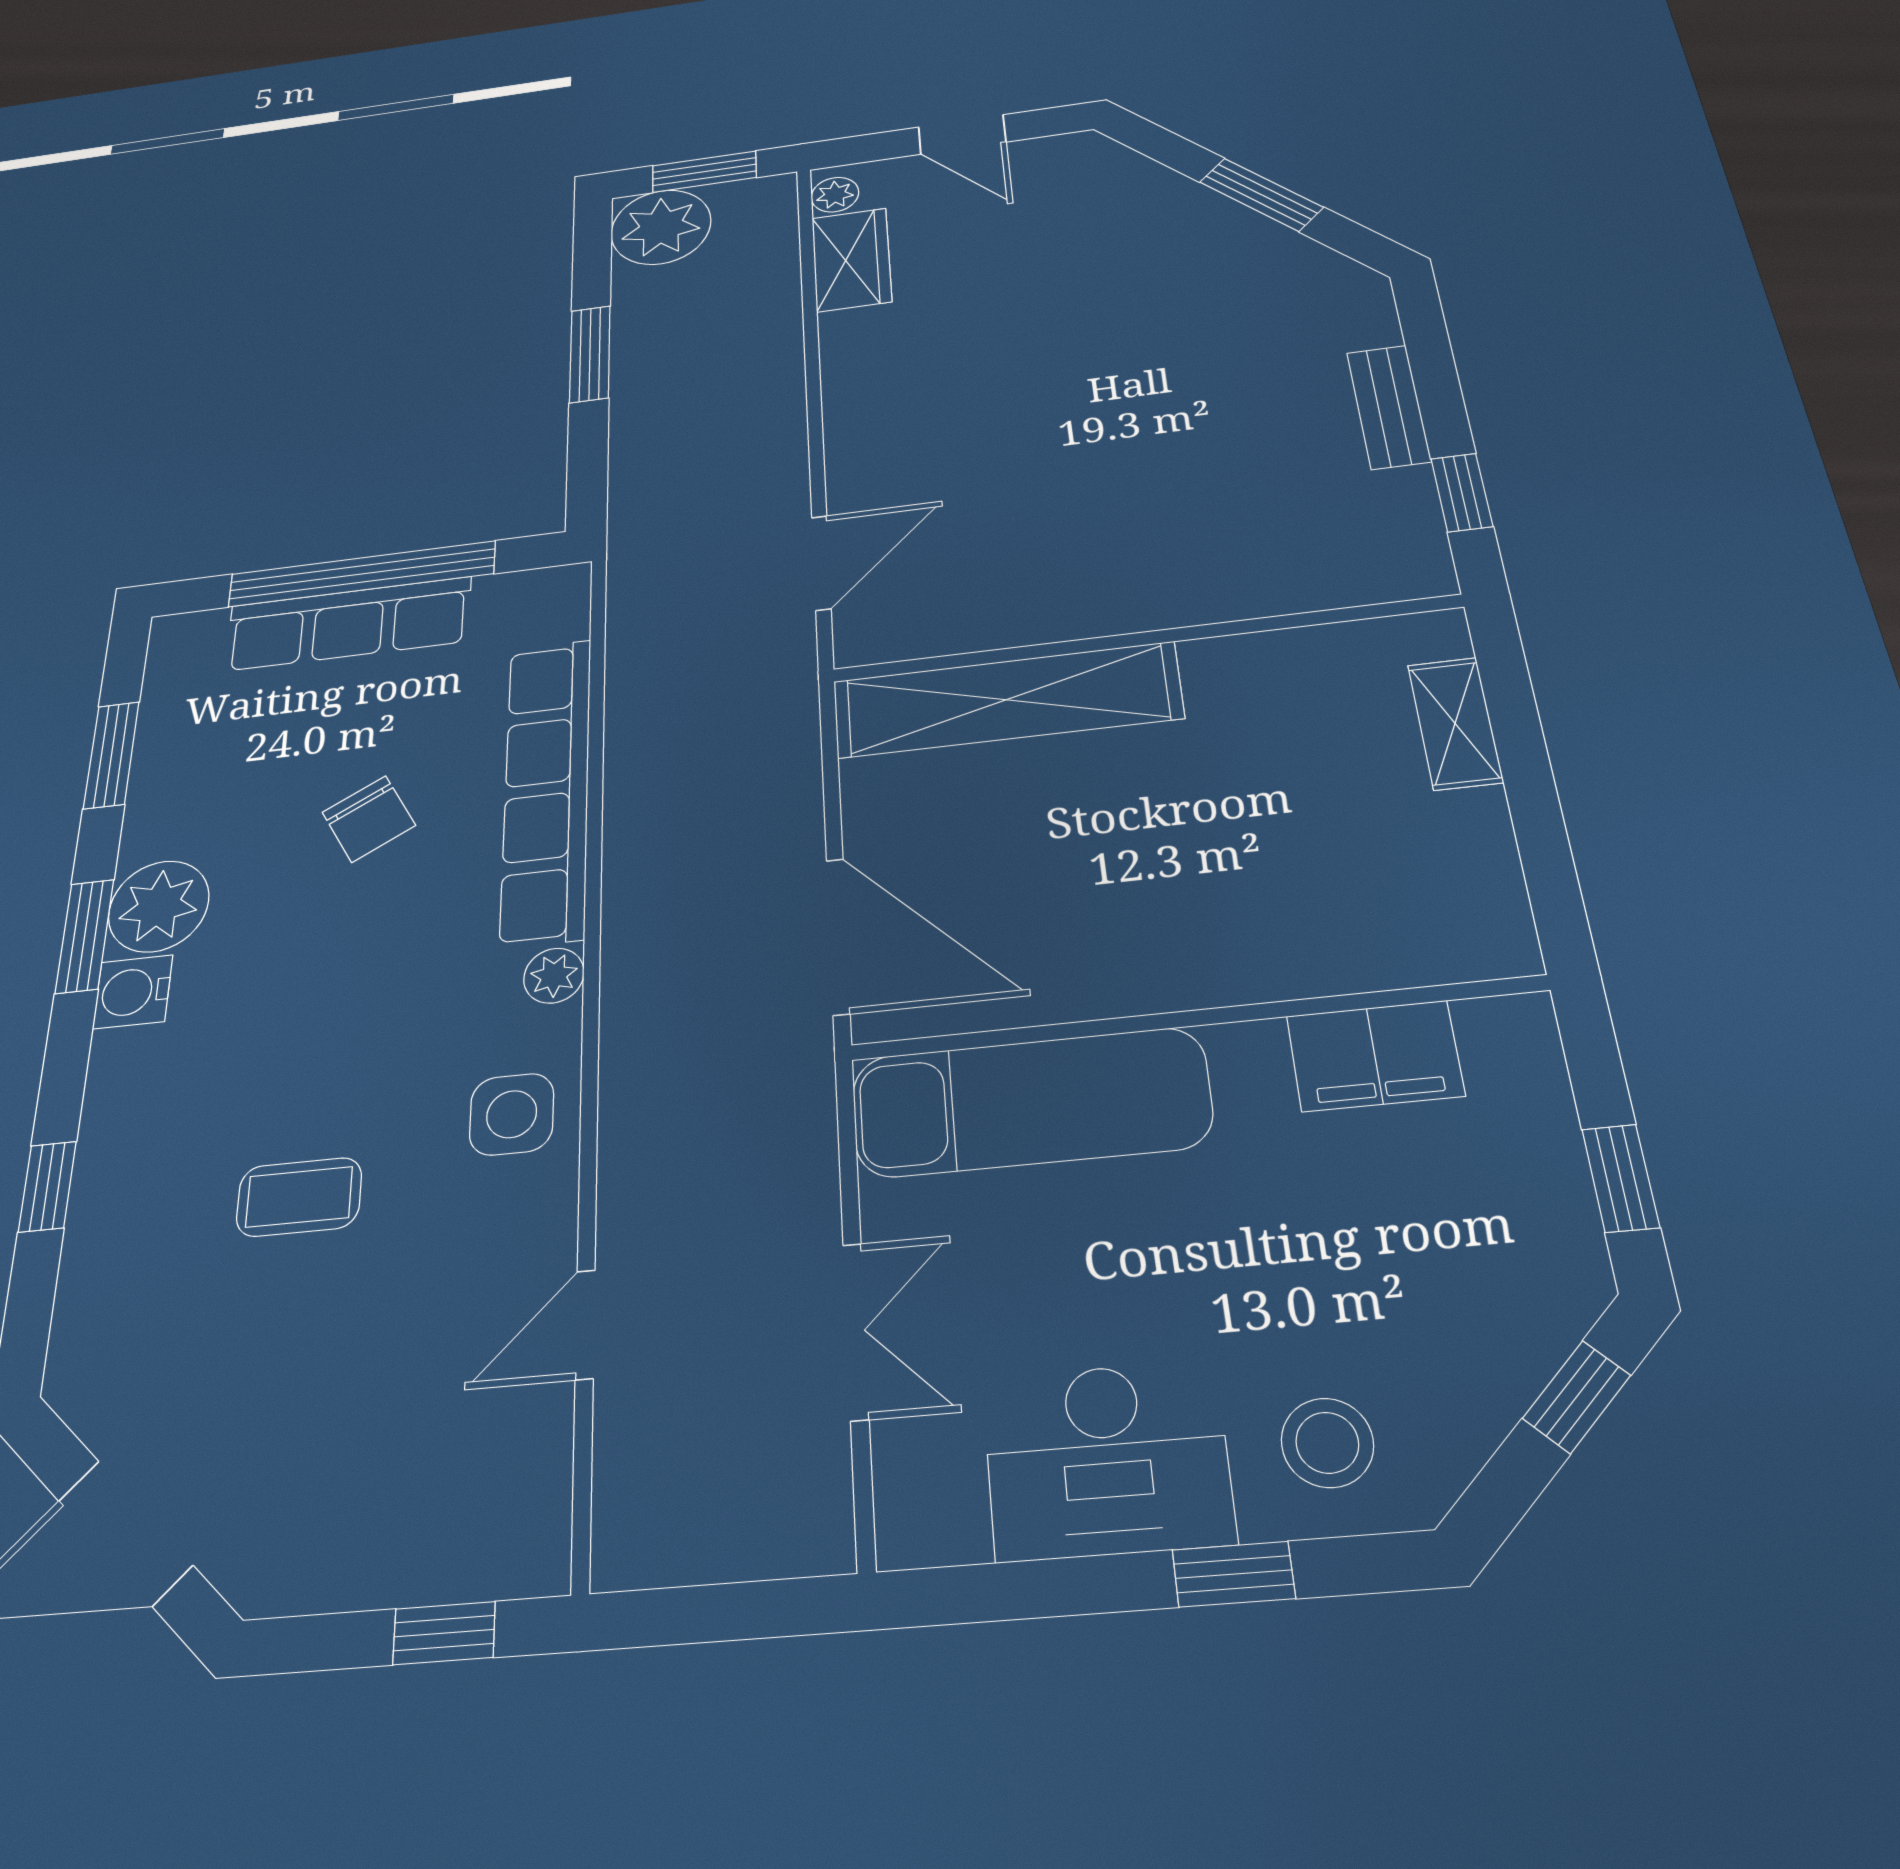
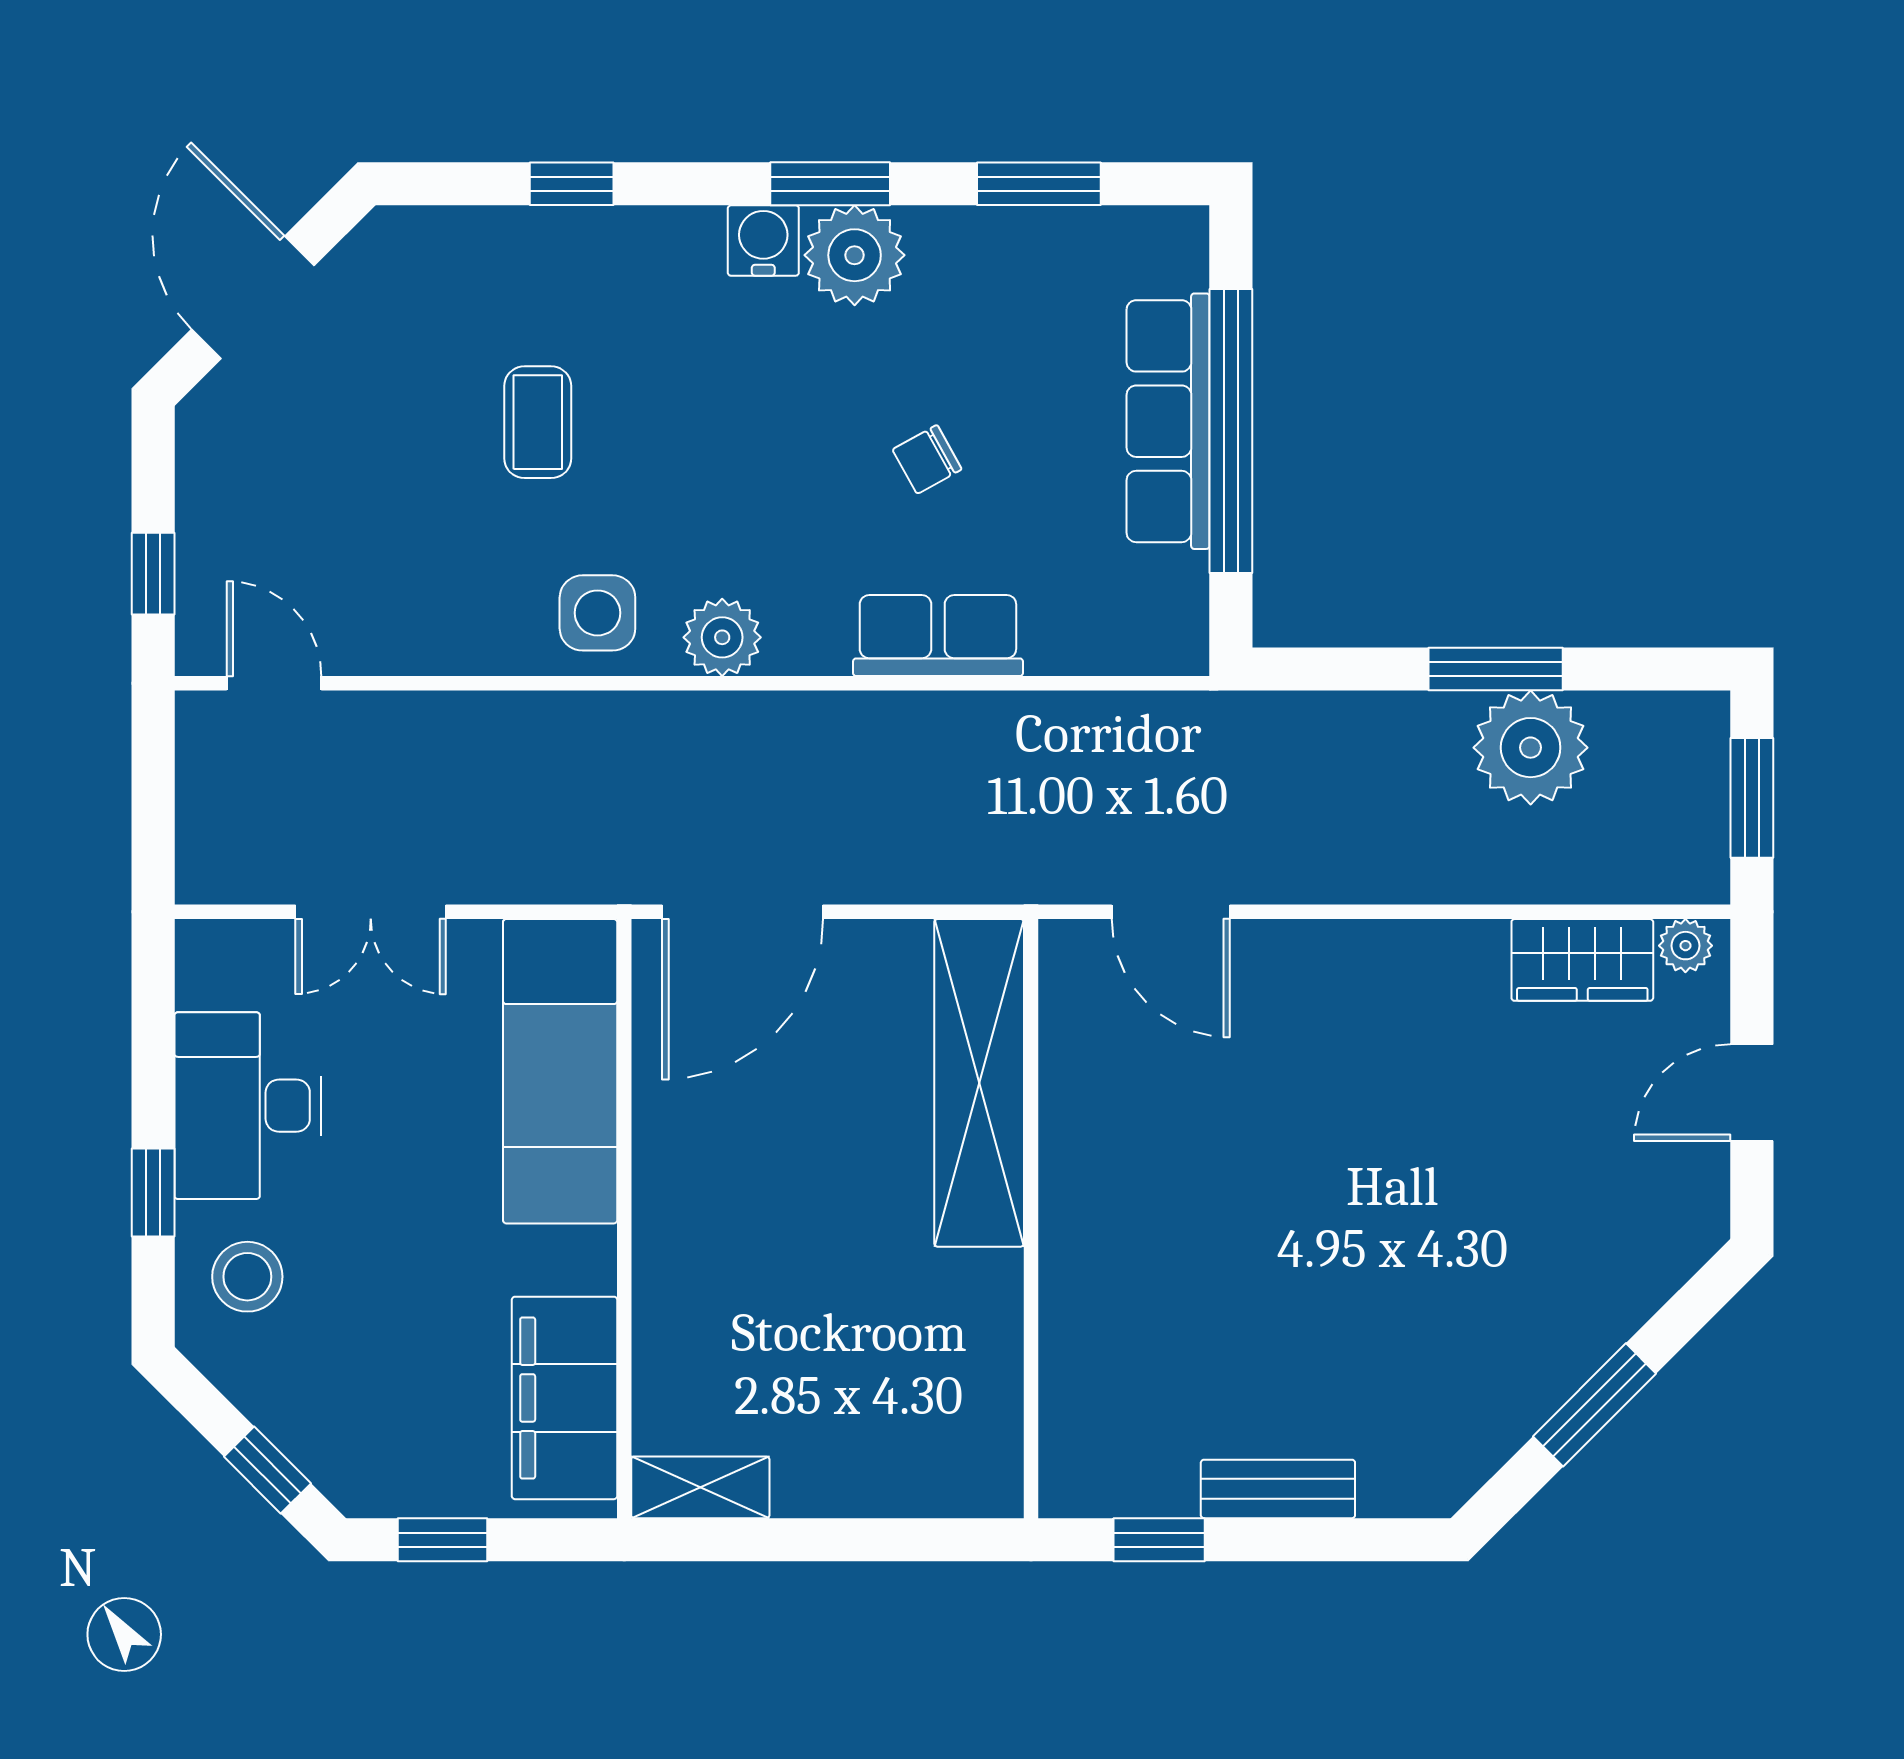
plant: (661, 227) -> (1531, 748), moved
shelving: (1455, 723) -> (700, 1487), moved
row of seats: (546, 789) -> (938, 636), width x0.50
chair: (369, 819) -> (927, 459), width x0.73, depth x0.73
plant: (554, 976) -> (722, 637), width x1.38, depth x1.38
filing cabinet: (1375, 1056) -> (564, 1398), width x1.50, depth x1.17
door: (585, 1325) -> (274, 683), moved

